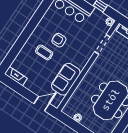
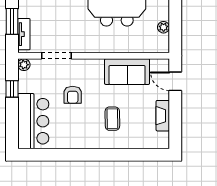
armchair: (59, 40) -> (73, 95), moved
fireplace: (16, 76) -> (163, 116), moved

